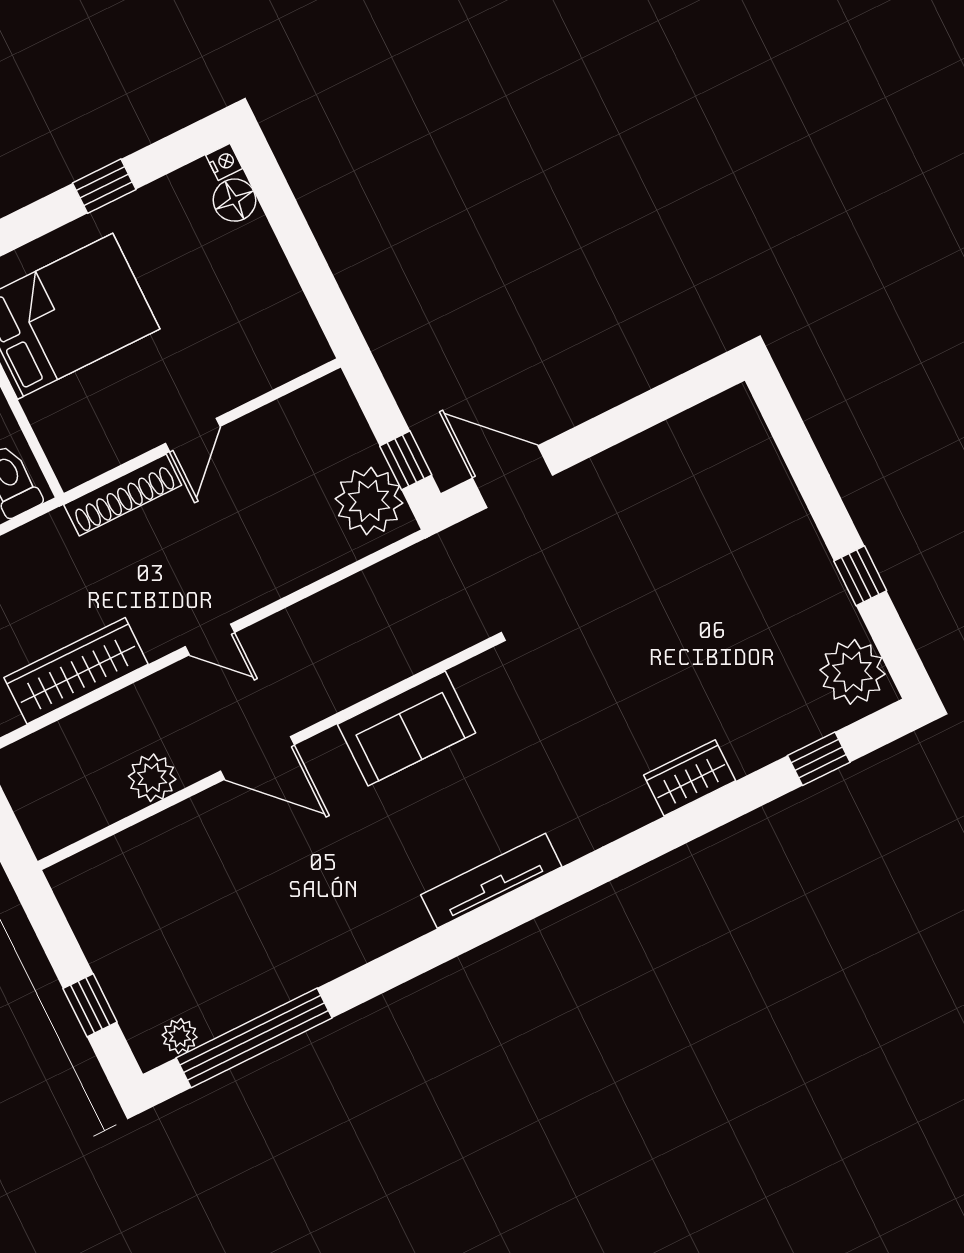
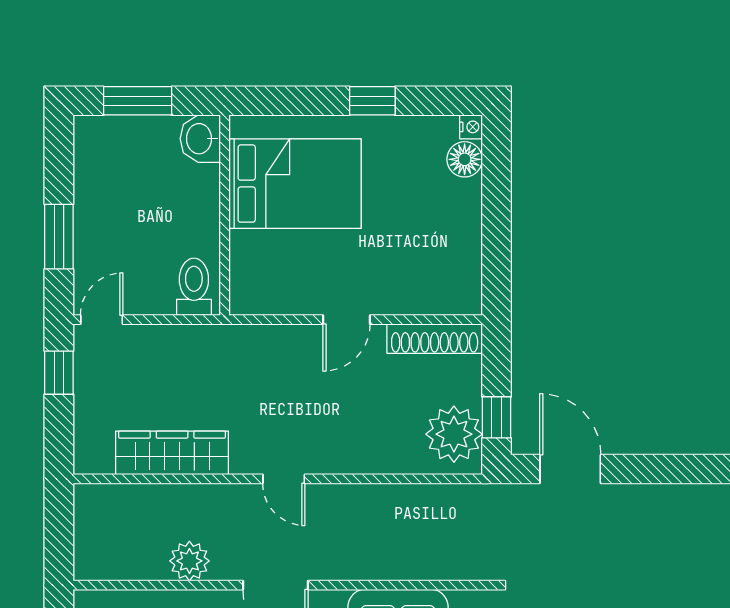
shoe rack: (123, 495) -> (435, 339), moved

